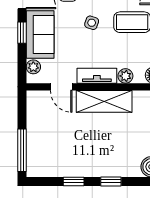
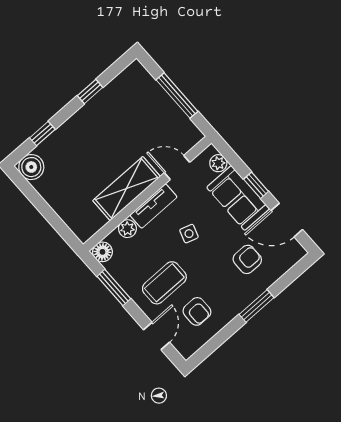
side table: (92, 23) -> (189, 234), moved
window: (22, 150) -> (177, 96), moved
window: (111, 181) -> (42, 134), moved

